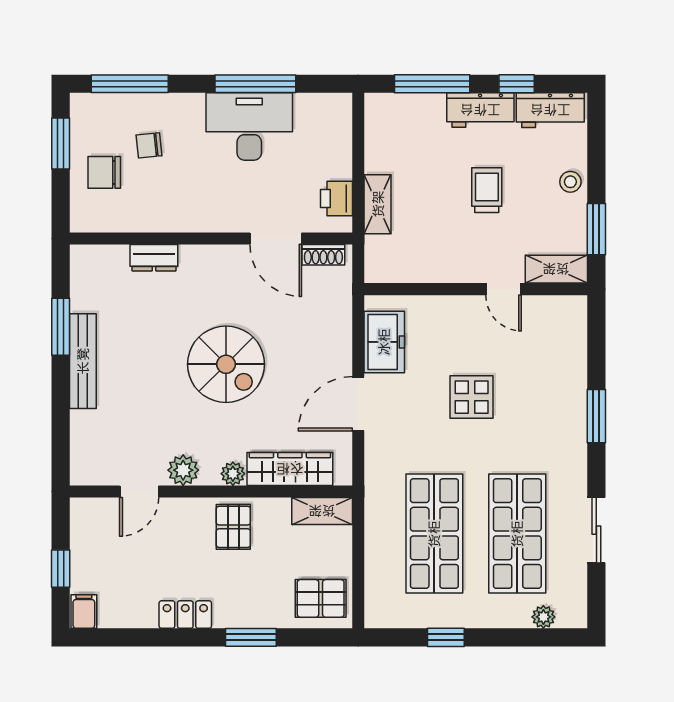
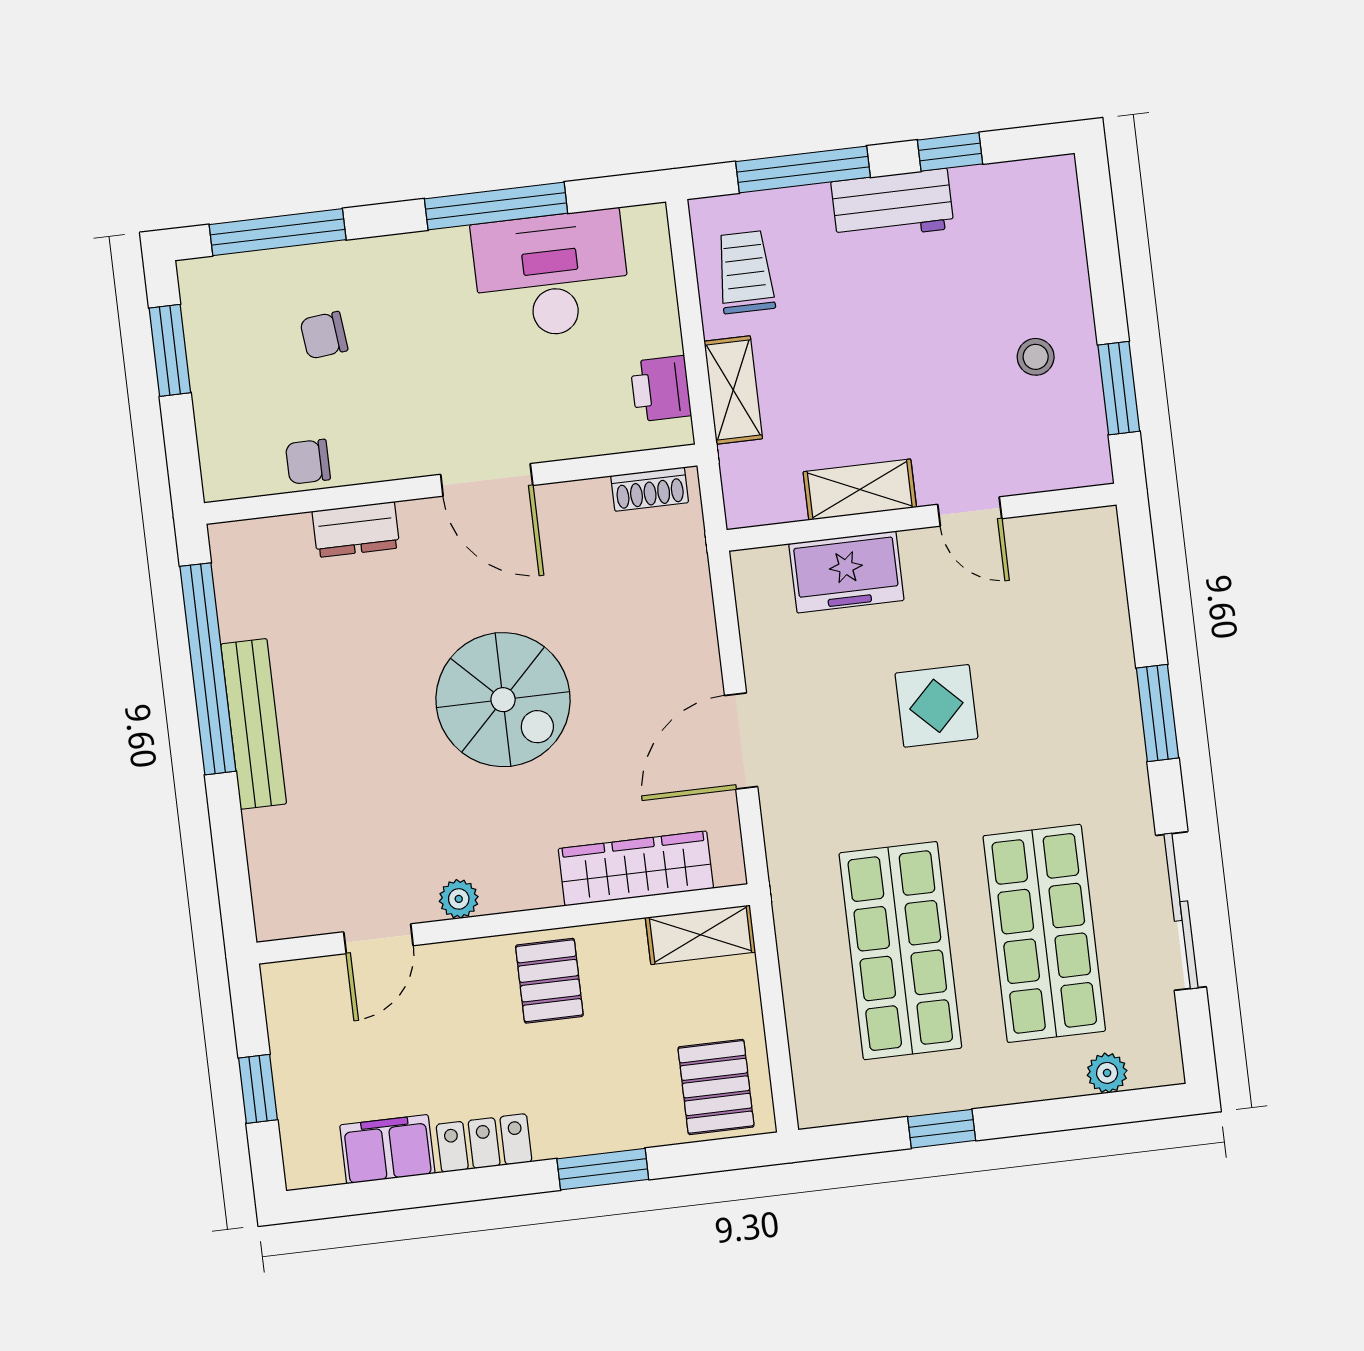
workbench: (550, 110) -> (1014, 191), removed
desk: (249, 126) -> (551, 275), moved
chair: (104, 172) -> (308, 462), moved, width x0.73, depth x0.73
stool: (570, 182) -> (1036, 357), moved
trolley: (487, 190) -> (745, 272), moved
door: (276, 239) -> (487, 480), moved
shelving: (556, 269) -> (860, 490), moved
window: (61, 327) -> (208, 669), width x2.11
freezer: (384, 342) -> (846, 572), moved, turned 90
plant: (183, 470) -> (459, 899), width x0.73, depth x0.73
plant: (233, 474) -> (538, 888), removed
sliding door: (596, 530) -> (1181, 911), width x1.37
pallet: (321, 598) -> (716, 1087), turned 90
filing cabinet: (84, 611) -> (387, 1149), moved, width x2.00

